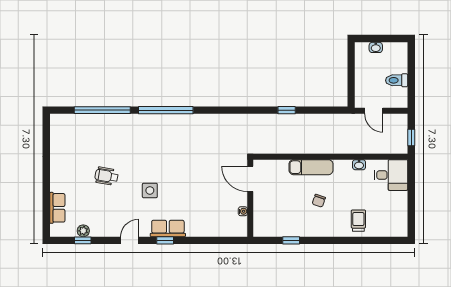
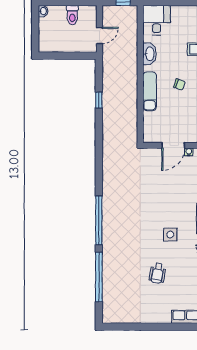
washbasin: (376, 47) -> (43, 11), moved
window: (287, 110) -> (99, 100), moved
washbasin: (359, 165) -> (149, 54), width x1.91, depth x1.45
door: (250, 179) -> (173, 145), moved

